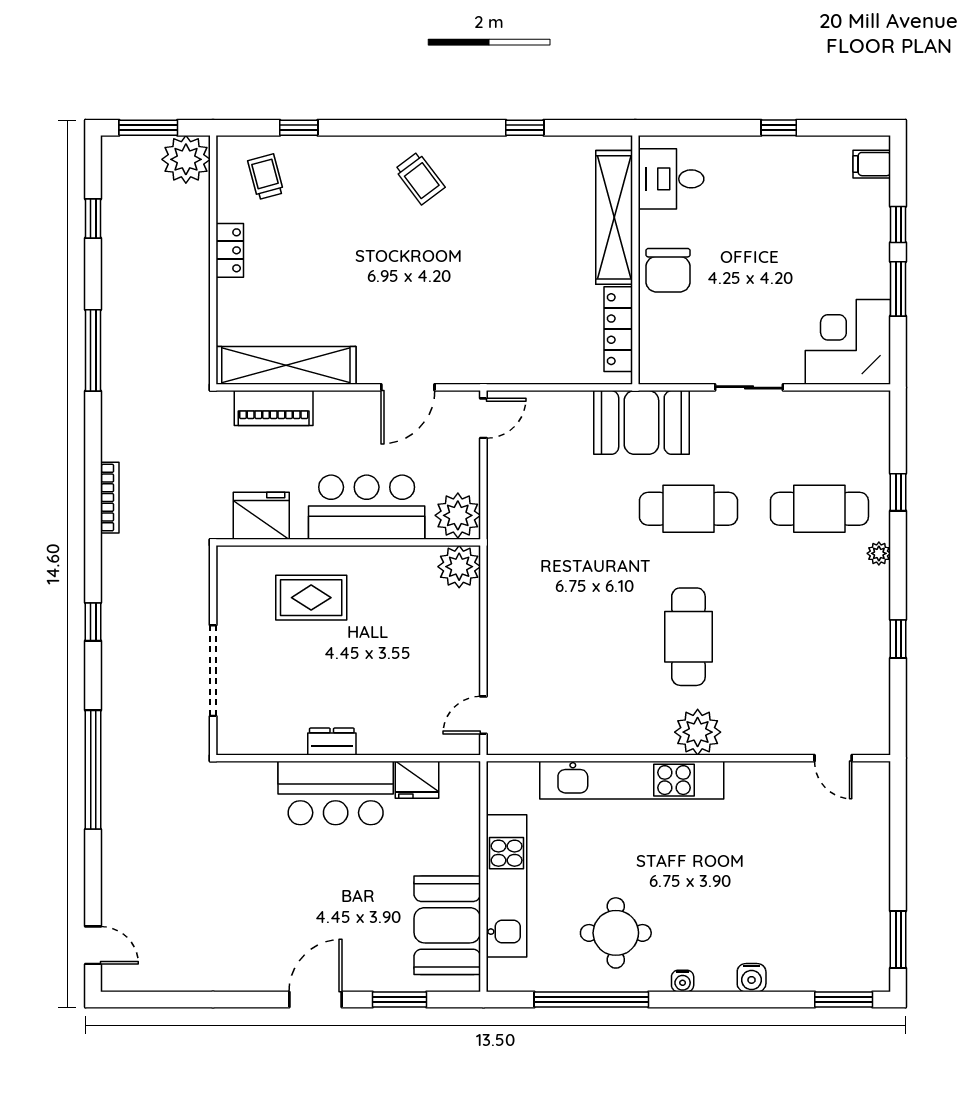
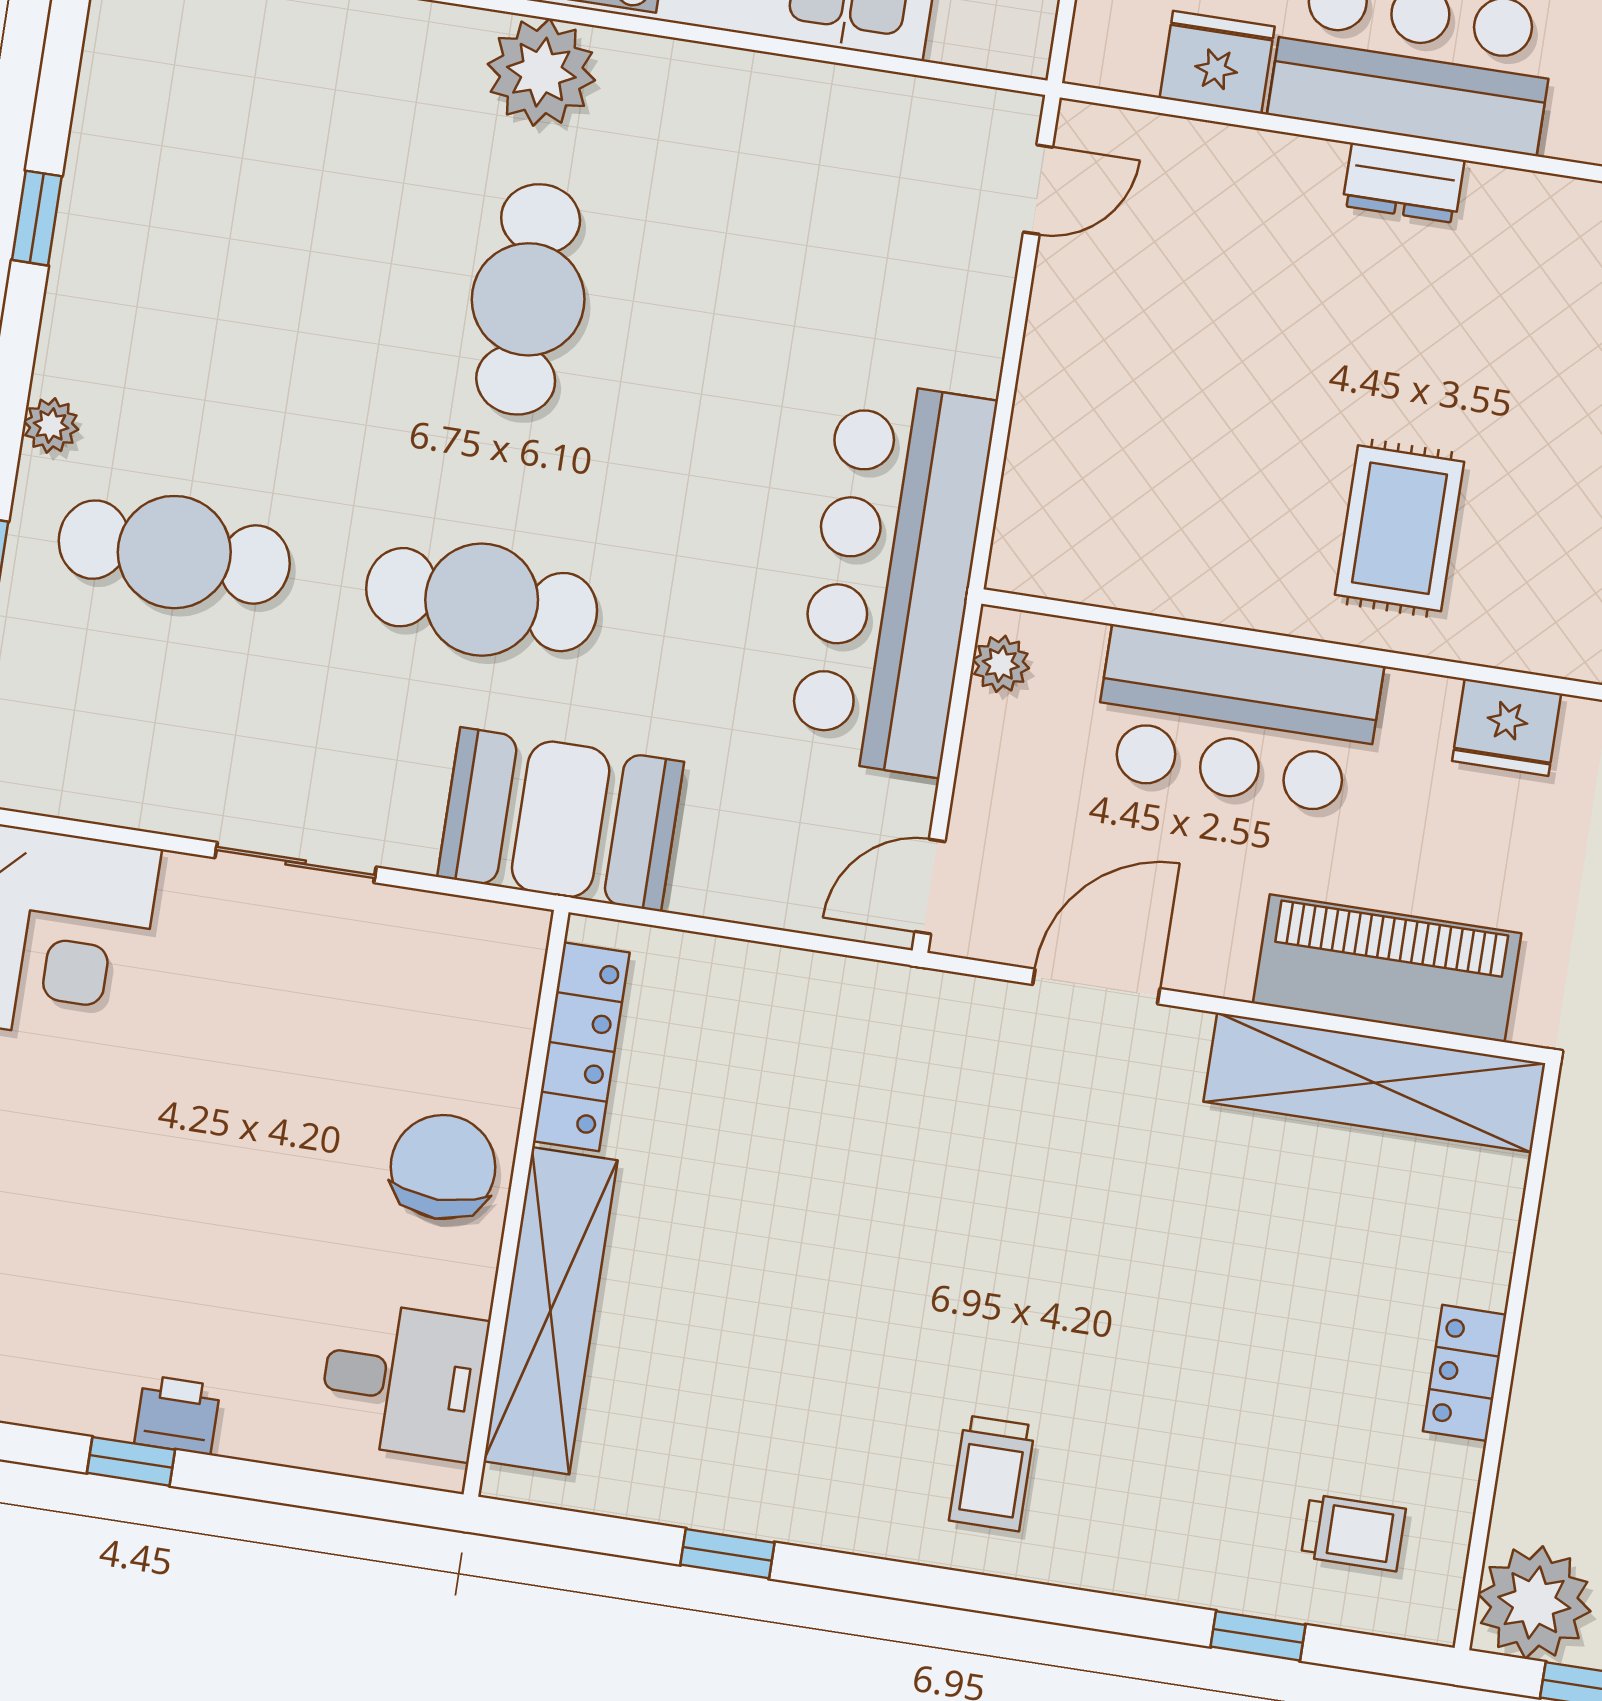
printer: (763, 150) -> (177, 1415), added
trolley: (266, 177) -> (1353, 1533), turned -75
trolley: (420, 178) -> (992, 1473), turned -143
piano: (274, 408) -> (1387, 968), width x1.37, depth x1.33
plant: (458, 515) -> (1001, 664), width x0.53, depth x0.53
fridge: (261, 516) -> (1507, 727), width x0.73, depth x0.75
bar counter: (519, 544) -> (892, 578), added
plant: (459, 567) -> (1041, 547), removed
rug: (311, 598) -> (1399, 528), turned 90

